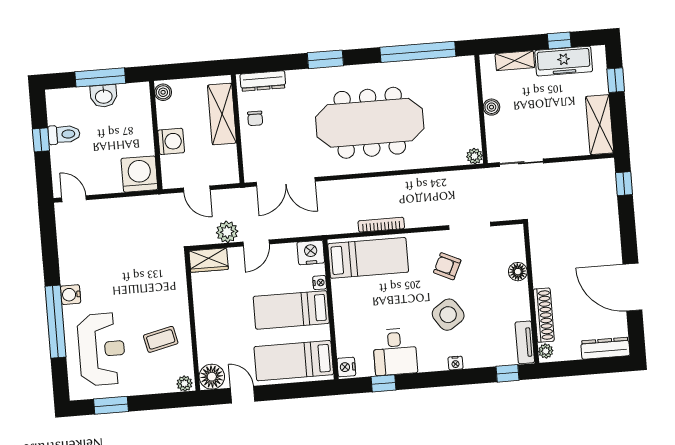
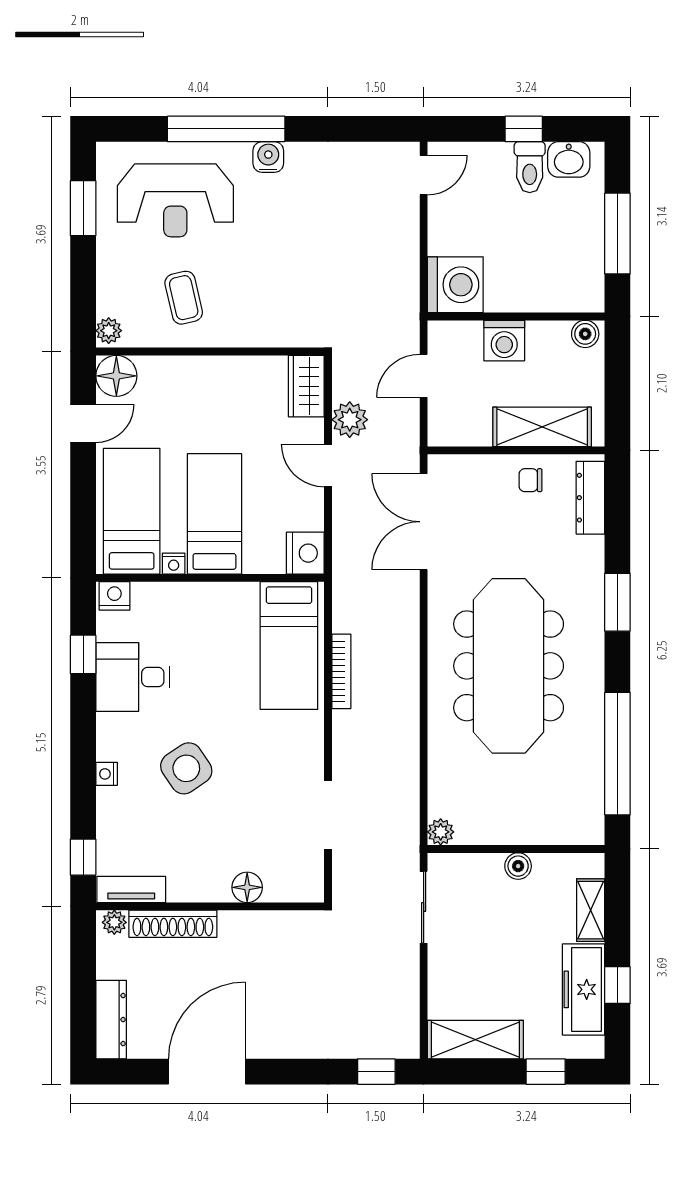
washbasin: (104, 96) -> (569, 159), moved, turned -90
armchair: (447, 266) -> (265, 773), removed
nightstand: (320, 283) -> (174, 564), moved

